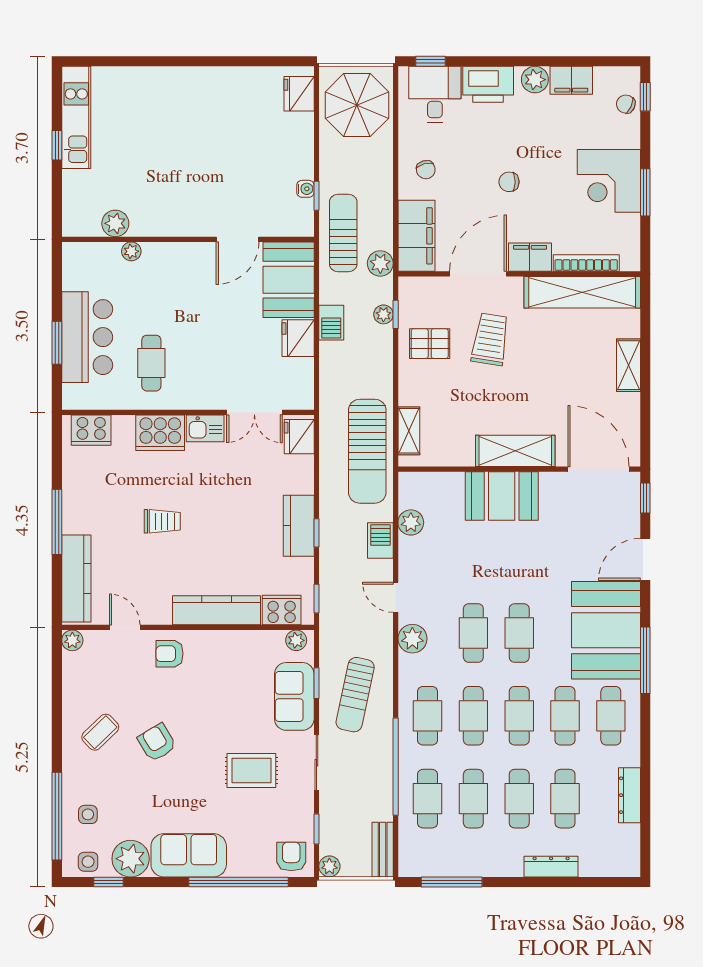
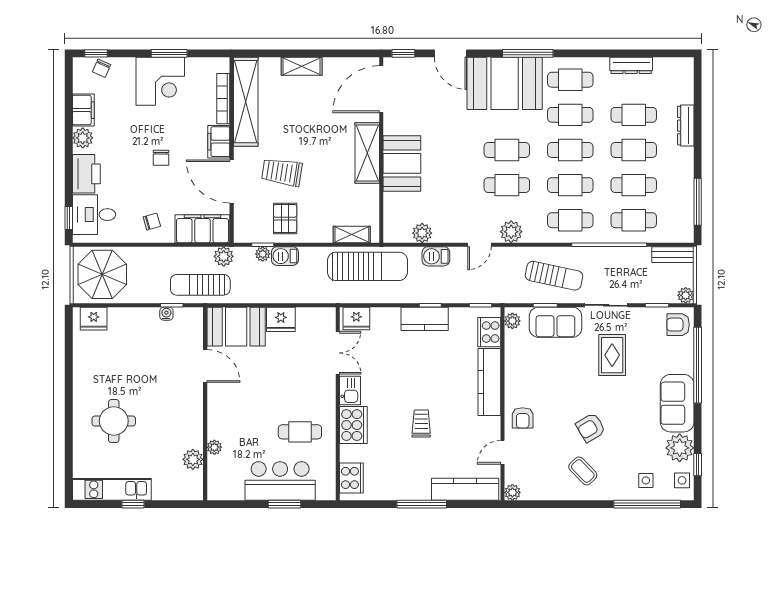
round table: (166, 120) -> (114, 421), added
barbecue: (331, 323) -> (285, 256), moved, turned 180

